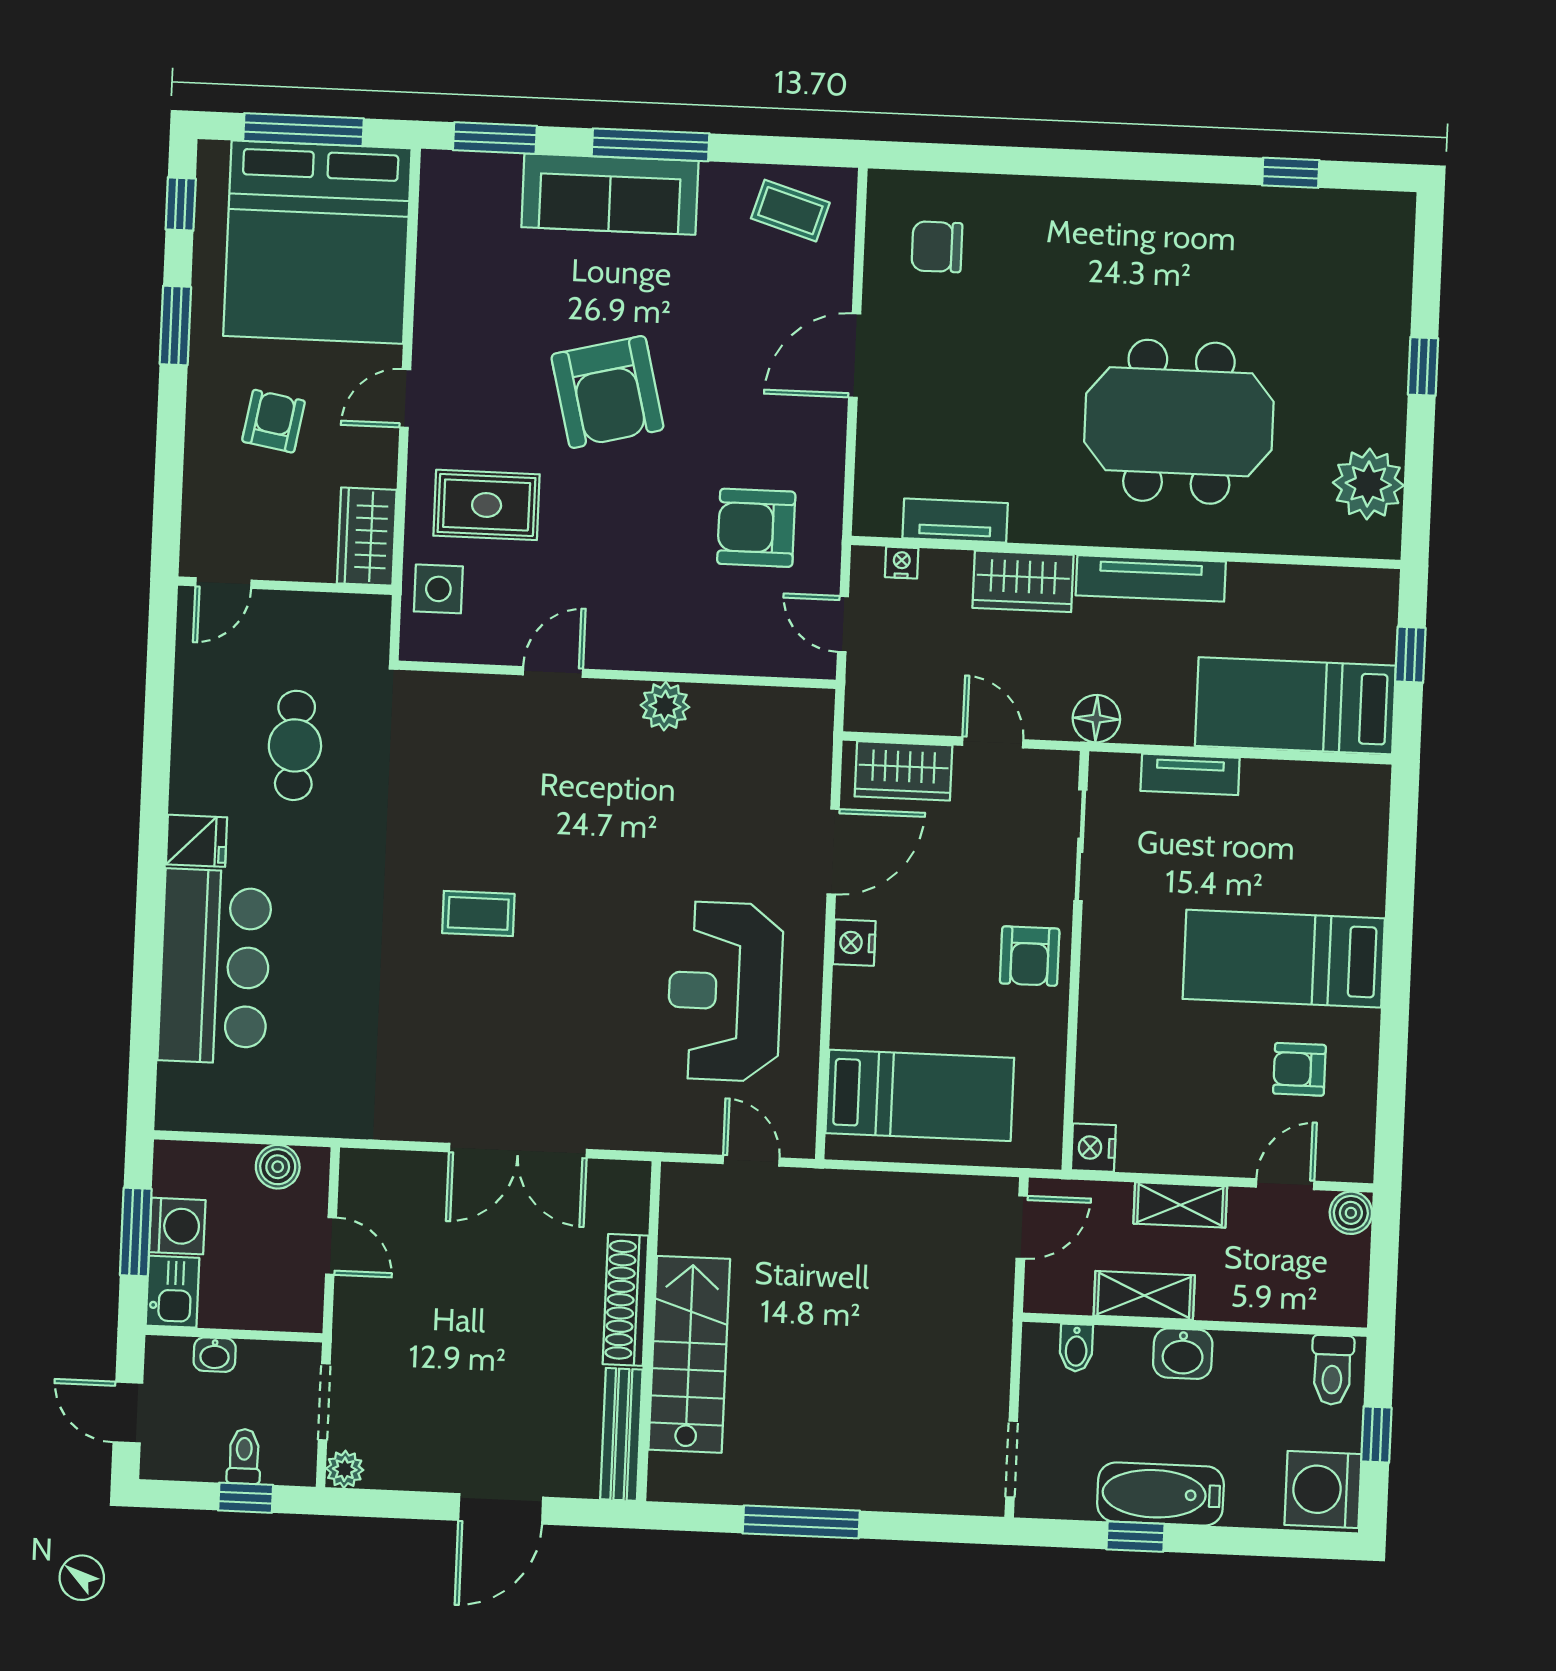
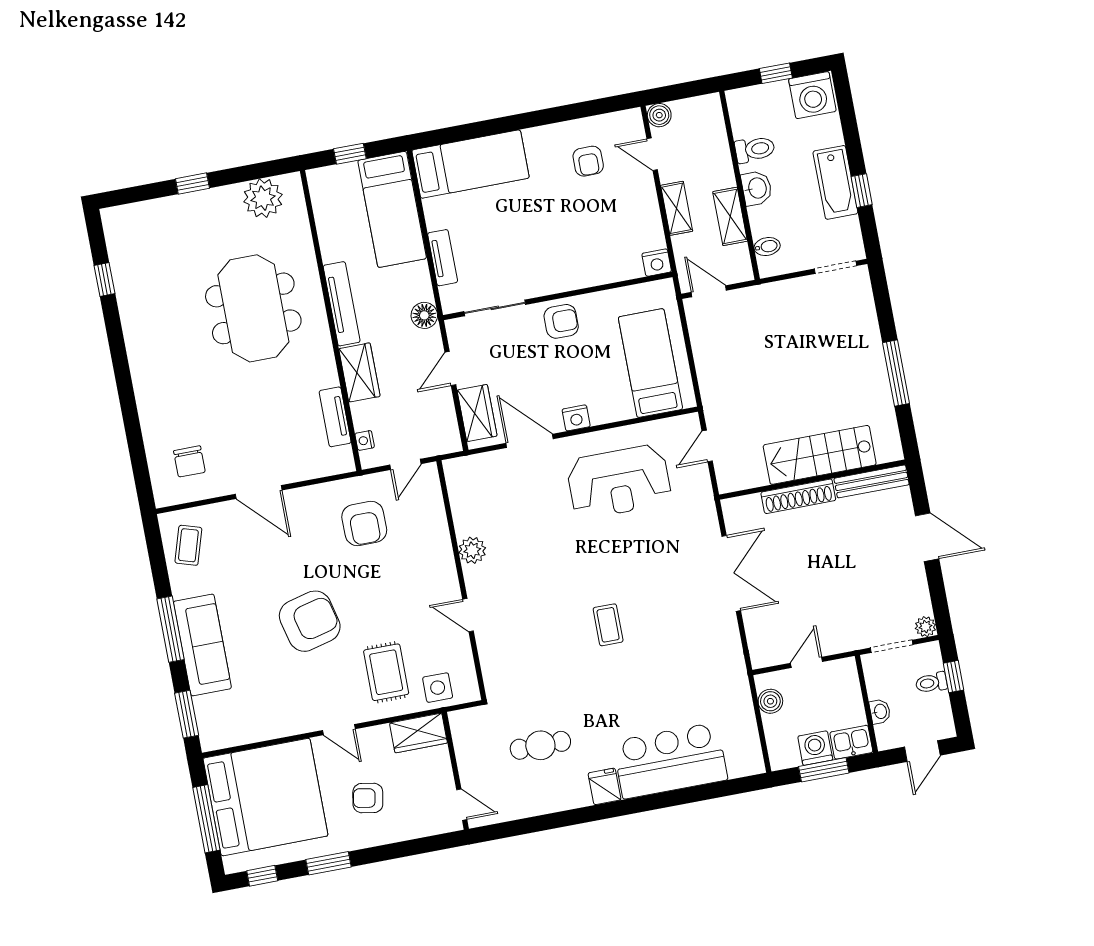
bed: (1284, 959) -> (470, 164), moved, turned -90
toilet: (1332, 1370) -> (755, 149), moved

